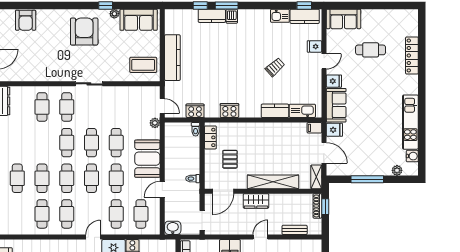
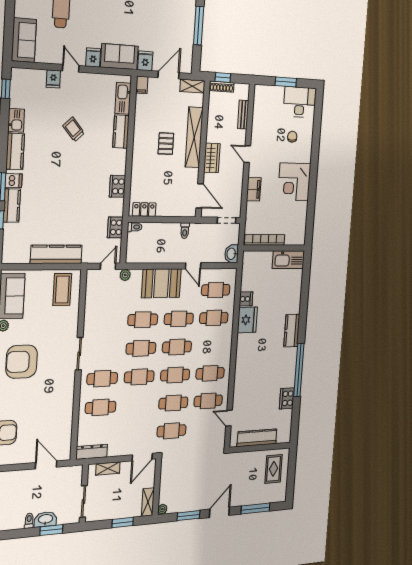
kitchen counter: (305, 16) -> (15, 151), moved
pallet: (230, 159) -> (166, 144), moved, turned 90
door: (93, 237) -> (229, 418), moved

